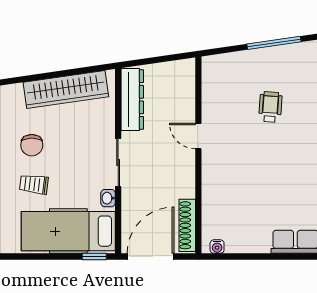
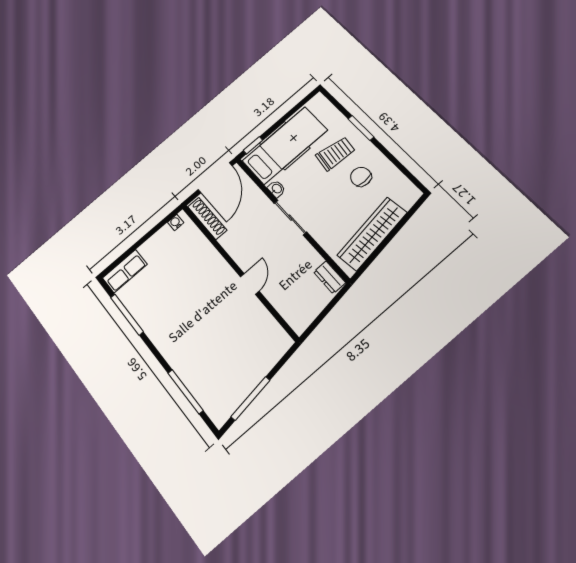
dresser: (132, 100) -> (330, 277), width x0.51, depth x0.80
wheelchair: (270, 107) -> (215, 349), removed
door: (198, 136) -> (250, 284), hinge flipped
trolley: (34, 184) -> (335, 154), width x1.36, depth x1.39

